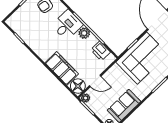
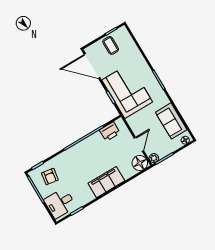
desk: (67, 25) -> (60, 203), moved, turned -90
plant: (84, 33) -> (88, 144), removed
filing cabinet: (62, 68) -> (106, 182), moved

